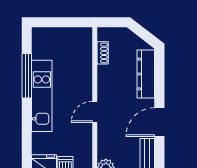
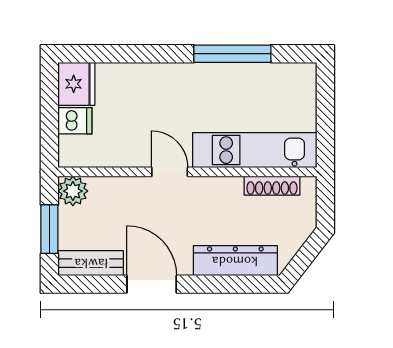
shoe rack: (103, 53) -> (272, 186), width x1.43
kitchen unit: (42, 96) -> (255, 150), moved, turned 180

